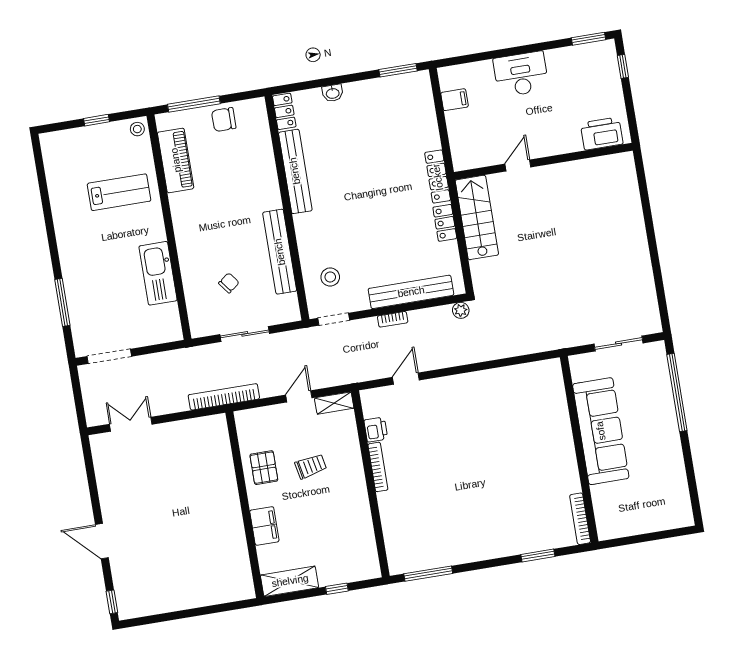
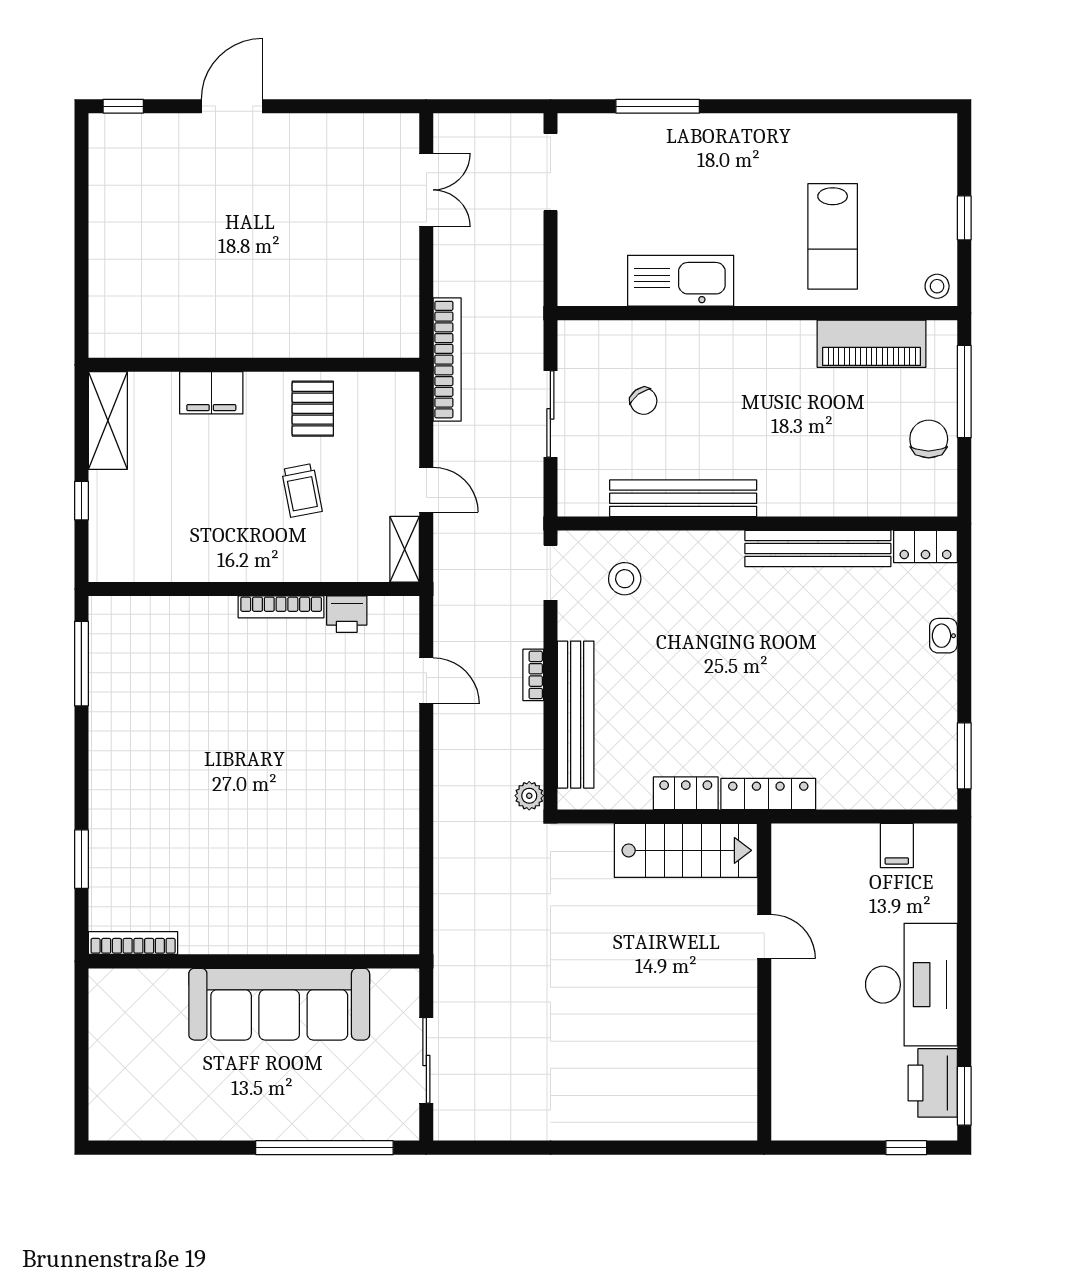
desk: (521, 74) -> (911, 985), width x1.36, depth x1.30
printer: (602, 134) -> (933, 1083), moved, turned 180
pallet: (264, 468) -> (313, 409), turned 90

